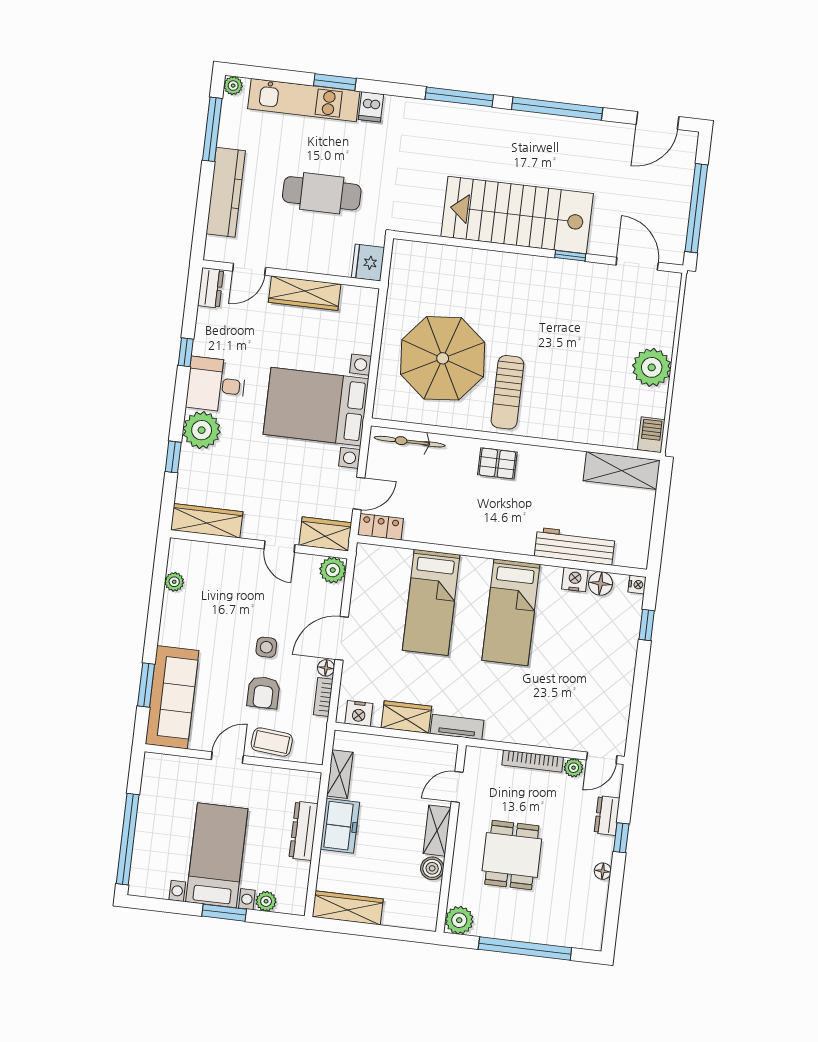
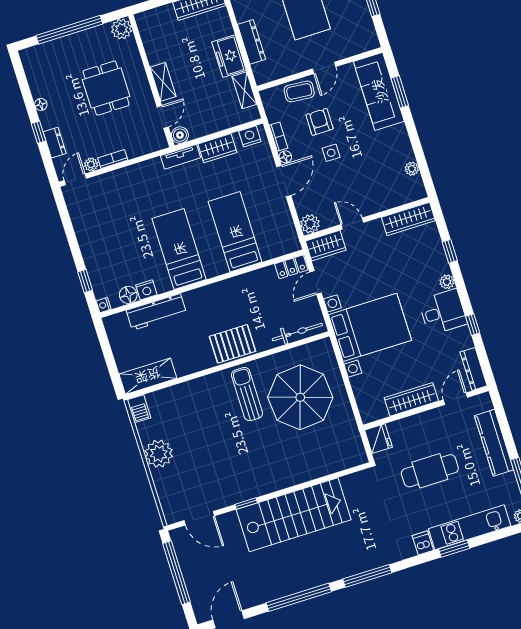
dresser: (211, 288) -> (474, 369), width x1.44
plant: (202, 430) -> (447, 282), width x0.53, depth x0.53
pallet: (497, 463) -> (233, 344), width x1.50, depth x1.42
bookcase: (533, 761) -> (113, 159), width x0.64
boiler: (432, 868) -> (180, 135), moved

